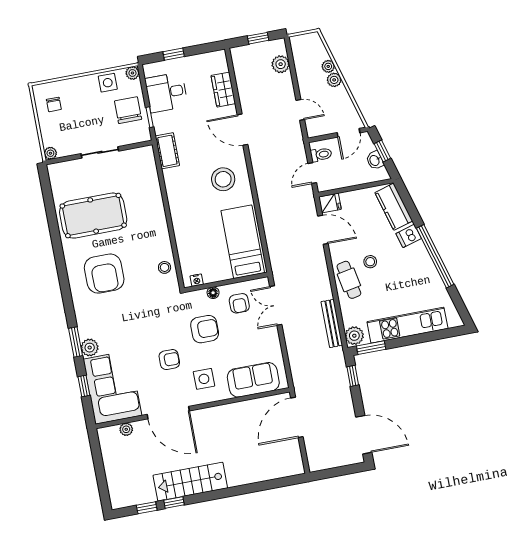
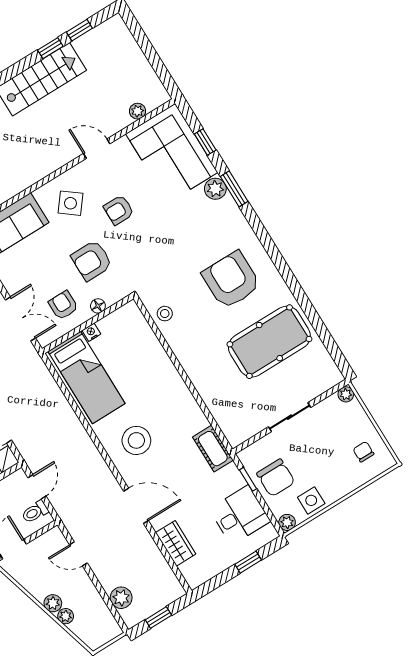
nightstand: (197, 280) -> (91, 332), moved
side table: (204, 379) -> (71, 203), turned 38
door: (168, 413) -> (97, 149), width x0.53

